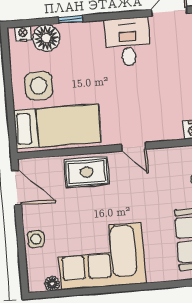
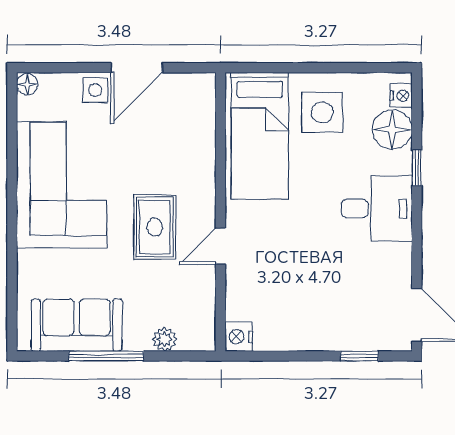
desk: (128, 42) -> (377, 209), moved
rug: (87, 172) -> (155, 227), moved
door: (17, 188) -> (137, 68), moved
floor lamp: (52, 284) -> (27, 84), moved

